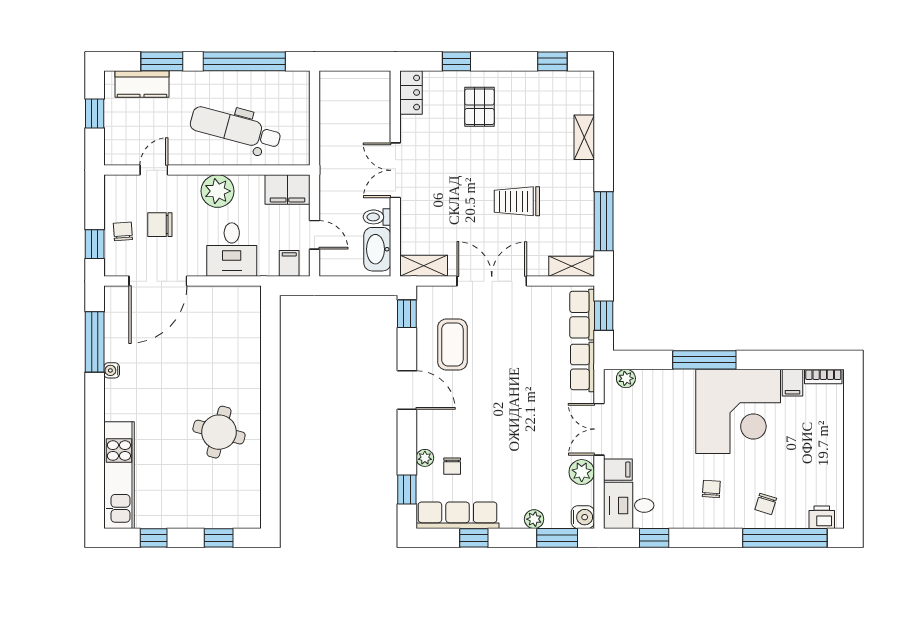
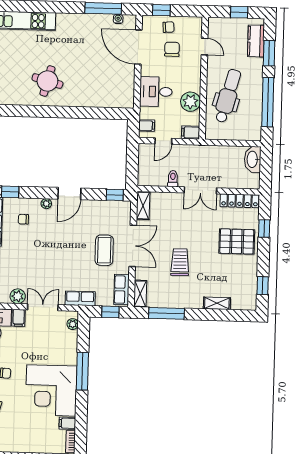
locker: (411, 92) -> (240, 201), width x1.53
pallet: (479, 107) -> (237, 241), width x1.50, depth x1.42
double door: (395, 170) -> (200, 190), swing flipped
filing cabinet: (287, 190) -> (191, 132), width x0.50
plant: (218, 191) -> (190, 102), moved
washbasin: (377, 249) -> (253, 159), moved, turned -90
row of seats: (582, 315) -> (122, 290), moved, turned -90
coffee table: (452, 344) -> (104, 250), moved, turned 90
water cooler: (112, 370) -> (118, 19), moved
plant: (425, 458) -> (46, 204), moved

